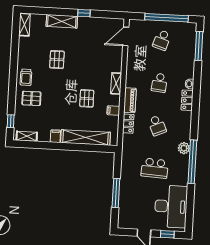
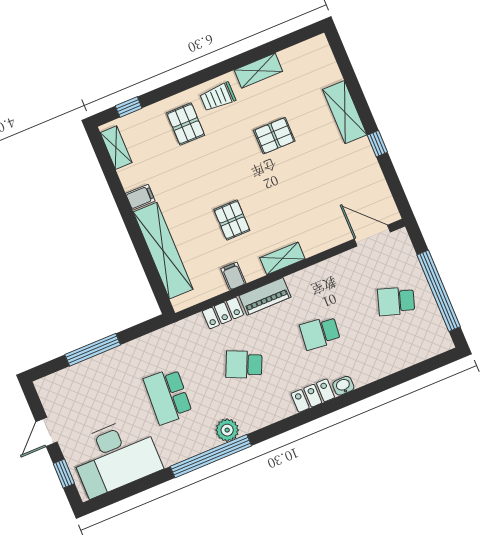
shelving: (24, 25) -> (258, 71), moved
window: (199, 46) -> (417, 370), removed
pallet: (87, 98) -> (232, 220), turned 90
school desk: (157, 125) -> (244, 365), turned 48

